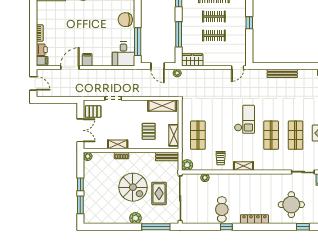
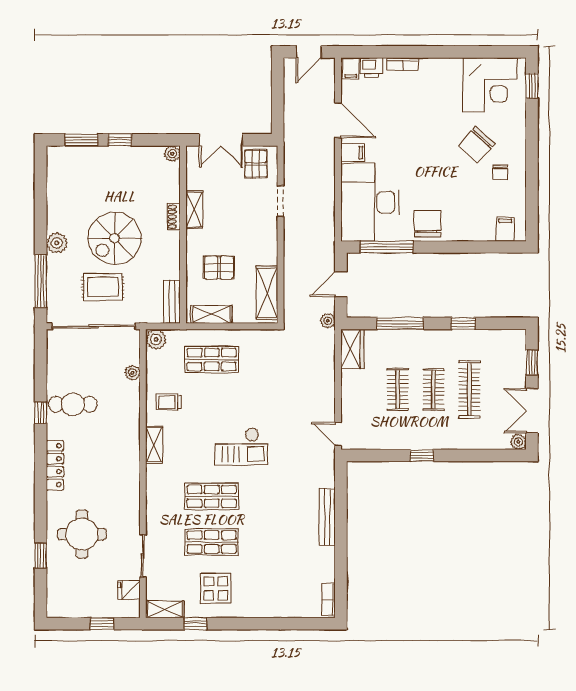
desk: (123, 54) -> (370, 202), width x1.87, depth x1.30

